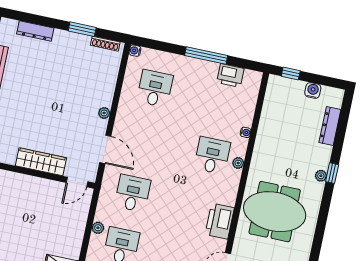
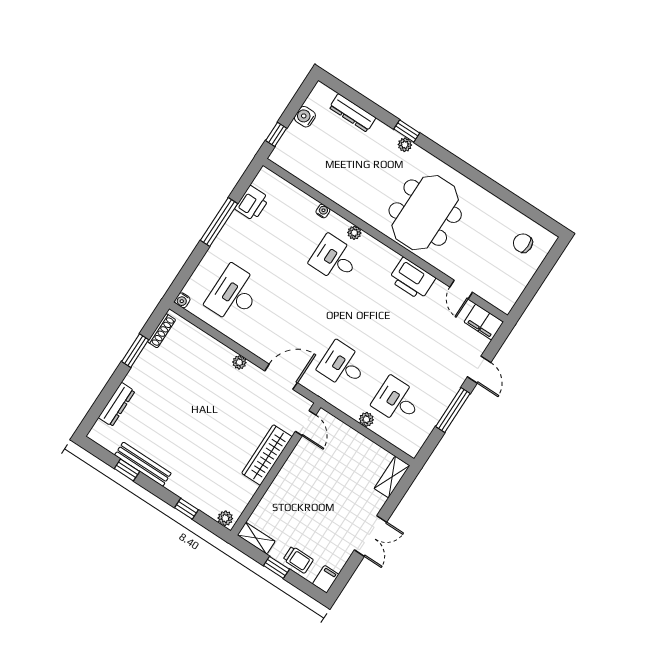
desk: (155, 88) -> (234, 294), width x1.37

